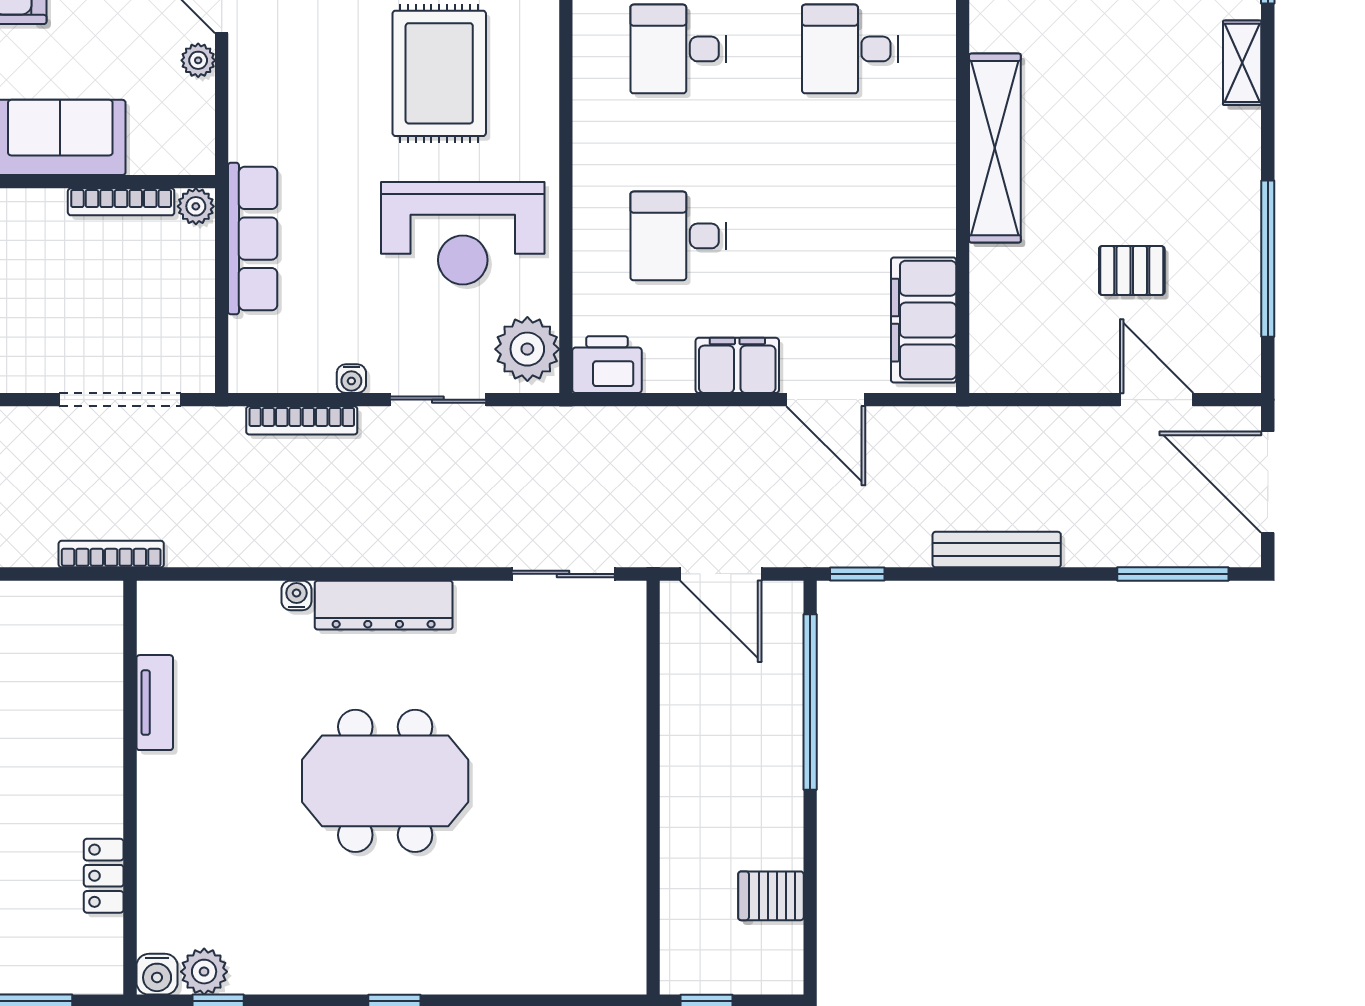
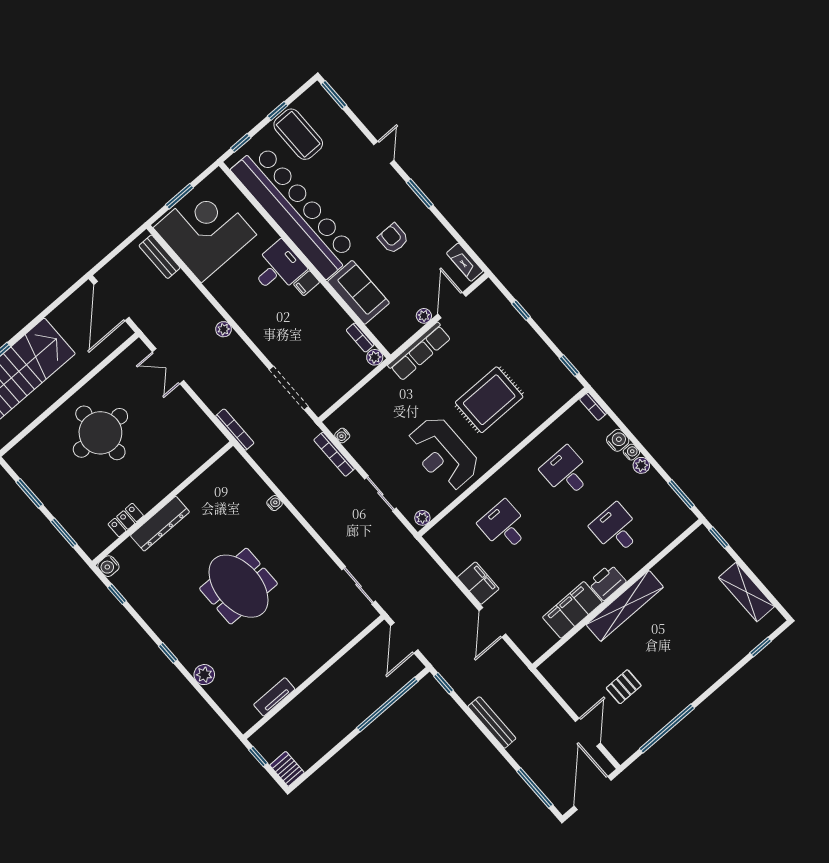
shelving: (1242, 63) -> (725, 663), removed
bookcase: (121, 202) -> (360, 337), width x0.64
row of seats: (253, 239) -> (419, 352), moved
pallet: (1132, 270) -> (624, 687), turned 90
filing cabinet: (924, 320) -> (572, 610), moved
plant: (527, 349) -> (422, 518), width x0.53, depth x0.53
printer: (607, 365) -> (607, 582), moved, turned -90
water cooler: (351, 379) -> (342, 436), moved
dresser: (384, 605) -> (160, 524), moved, turned -90
tv unit: (155, 703) -> (274, 697), moved, turned 180
server rack: (771, 896) -> (287, 769), moved
plant: (204, 972) -> (204, 675), moved

